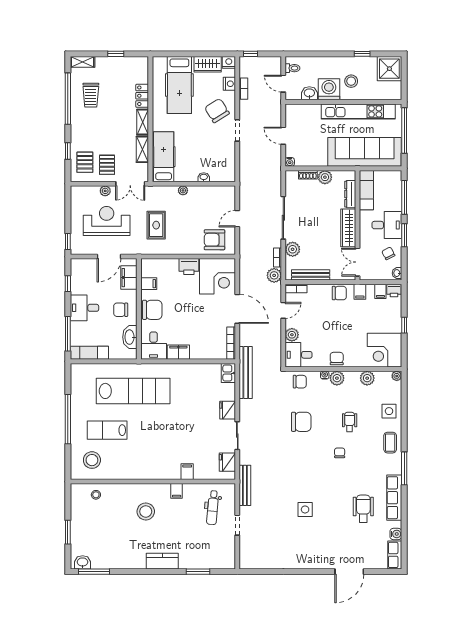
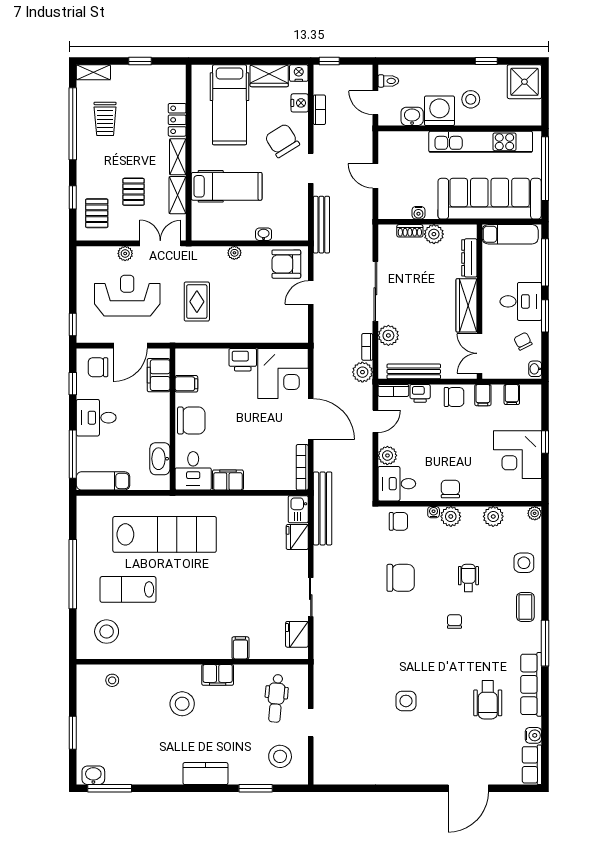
hospital bed: (164, 157) -> (227, 186), moved, turned 90
water cooler: (290, 162) -> (418, 213), moved
pallet: (107, 165) -> (133, 192), moved
double door: (130, 184) -> (160, 243), swing flipped
exam couch: (366, 190) -> (510, 234), moved, turned 90
armchair: (215, 240) -> (286, 264), moved
printer: (394, 290) -> (420, 393), moved
chair: (121, 310) -> (98, 367), moved
corner desk: (385, 350) -> (518, 455), moved
fridge: (228, 410) -> (297, 537), moved
bench: (245, 485) -> (321, 225), moved
filing cabinet: (177, 491) -> (218, 675), width x2.00
wheelchair: (363, 509) -> (488, 700), turned 180
stool: (215, 549) -> (280, 756), added

